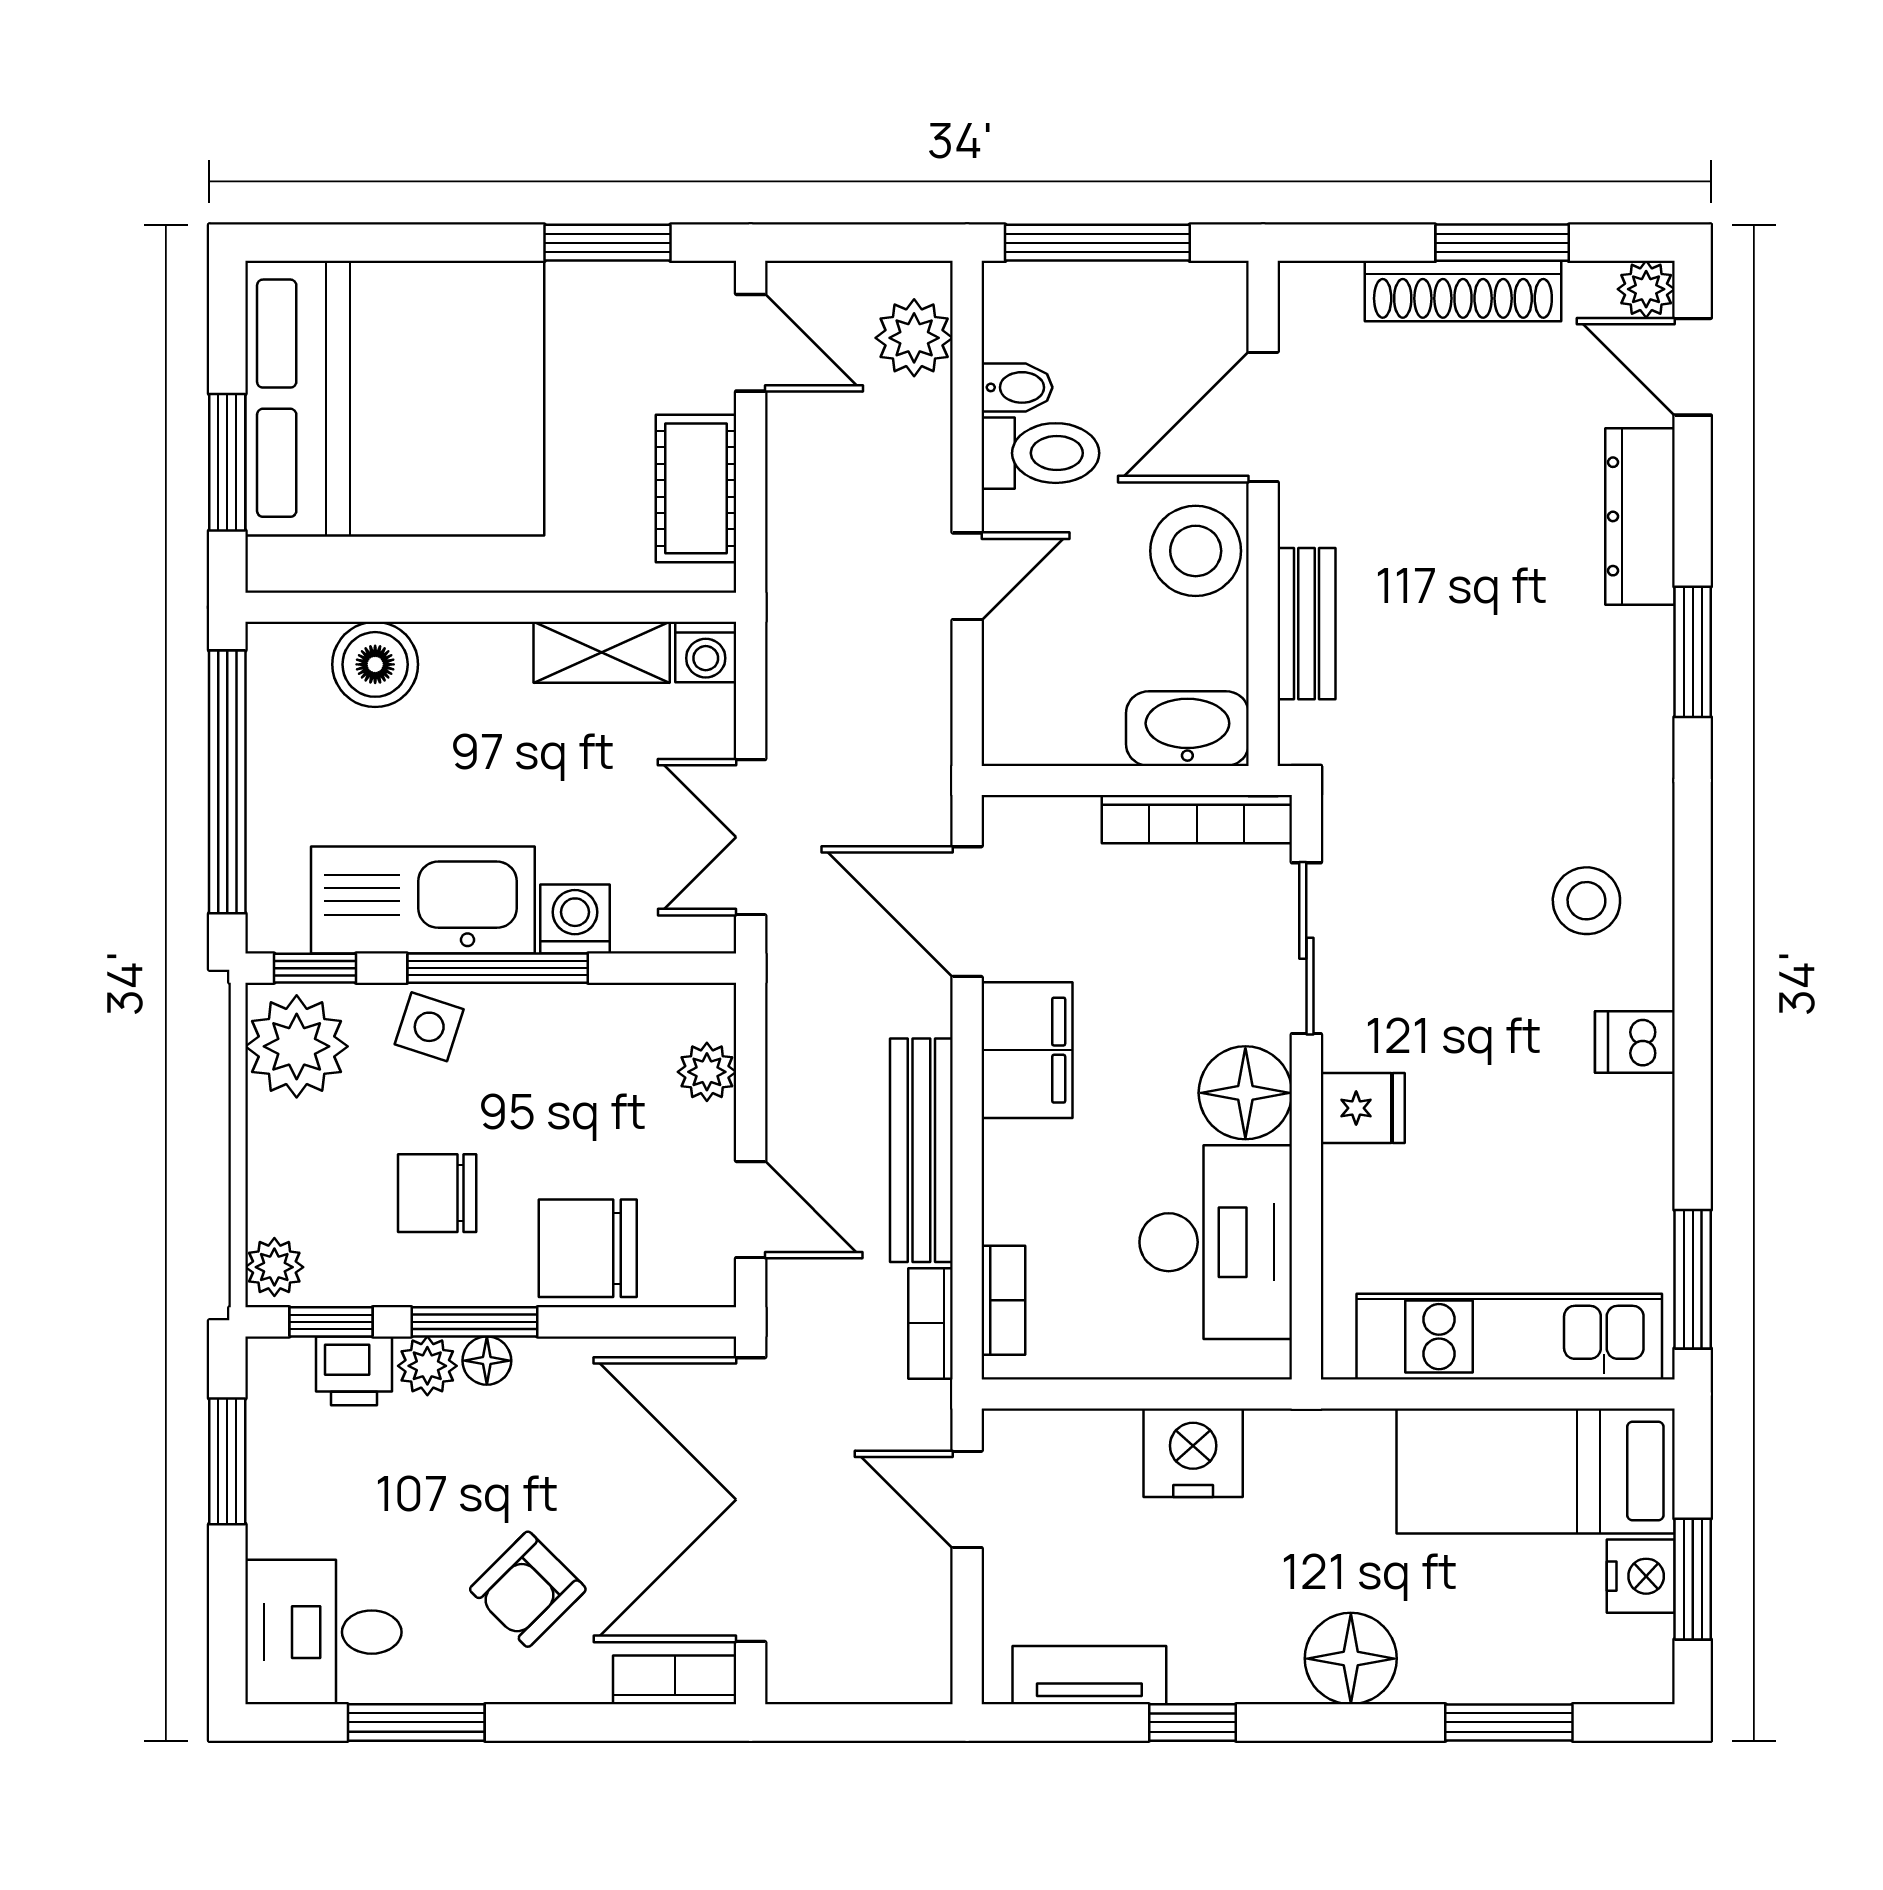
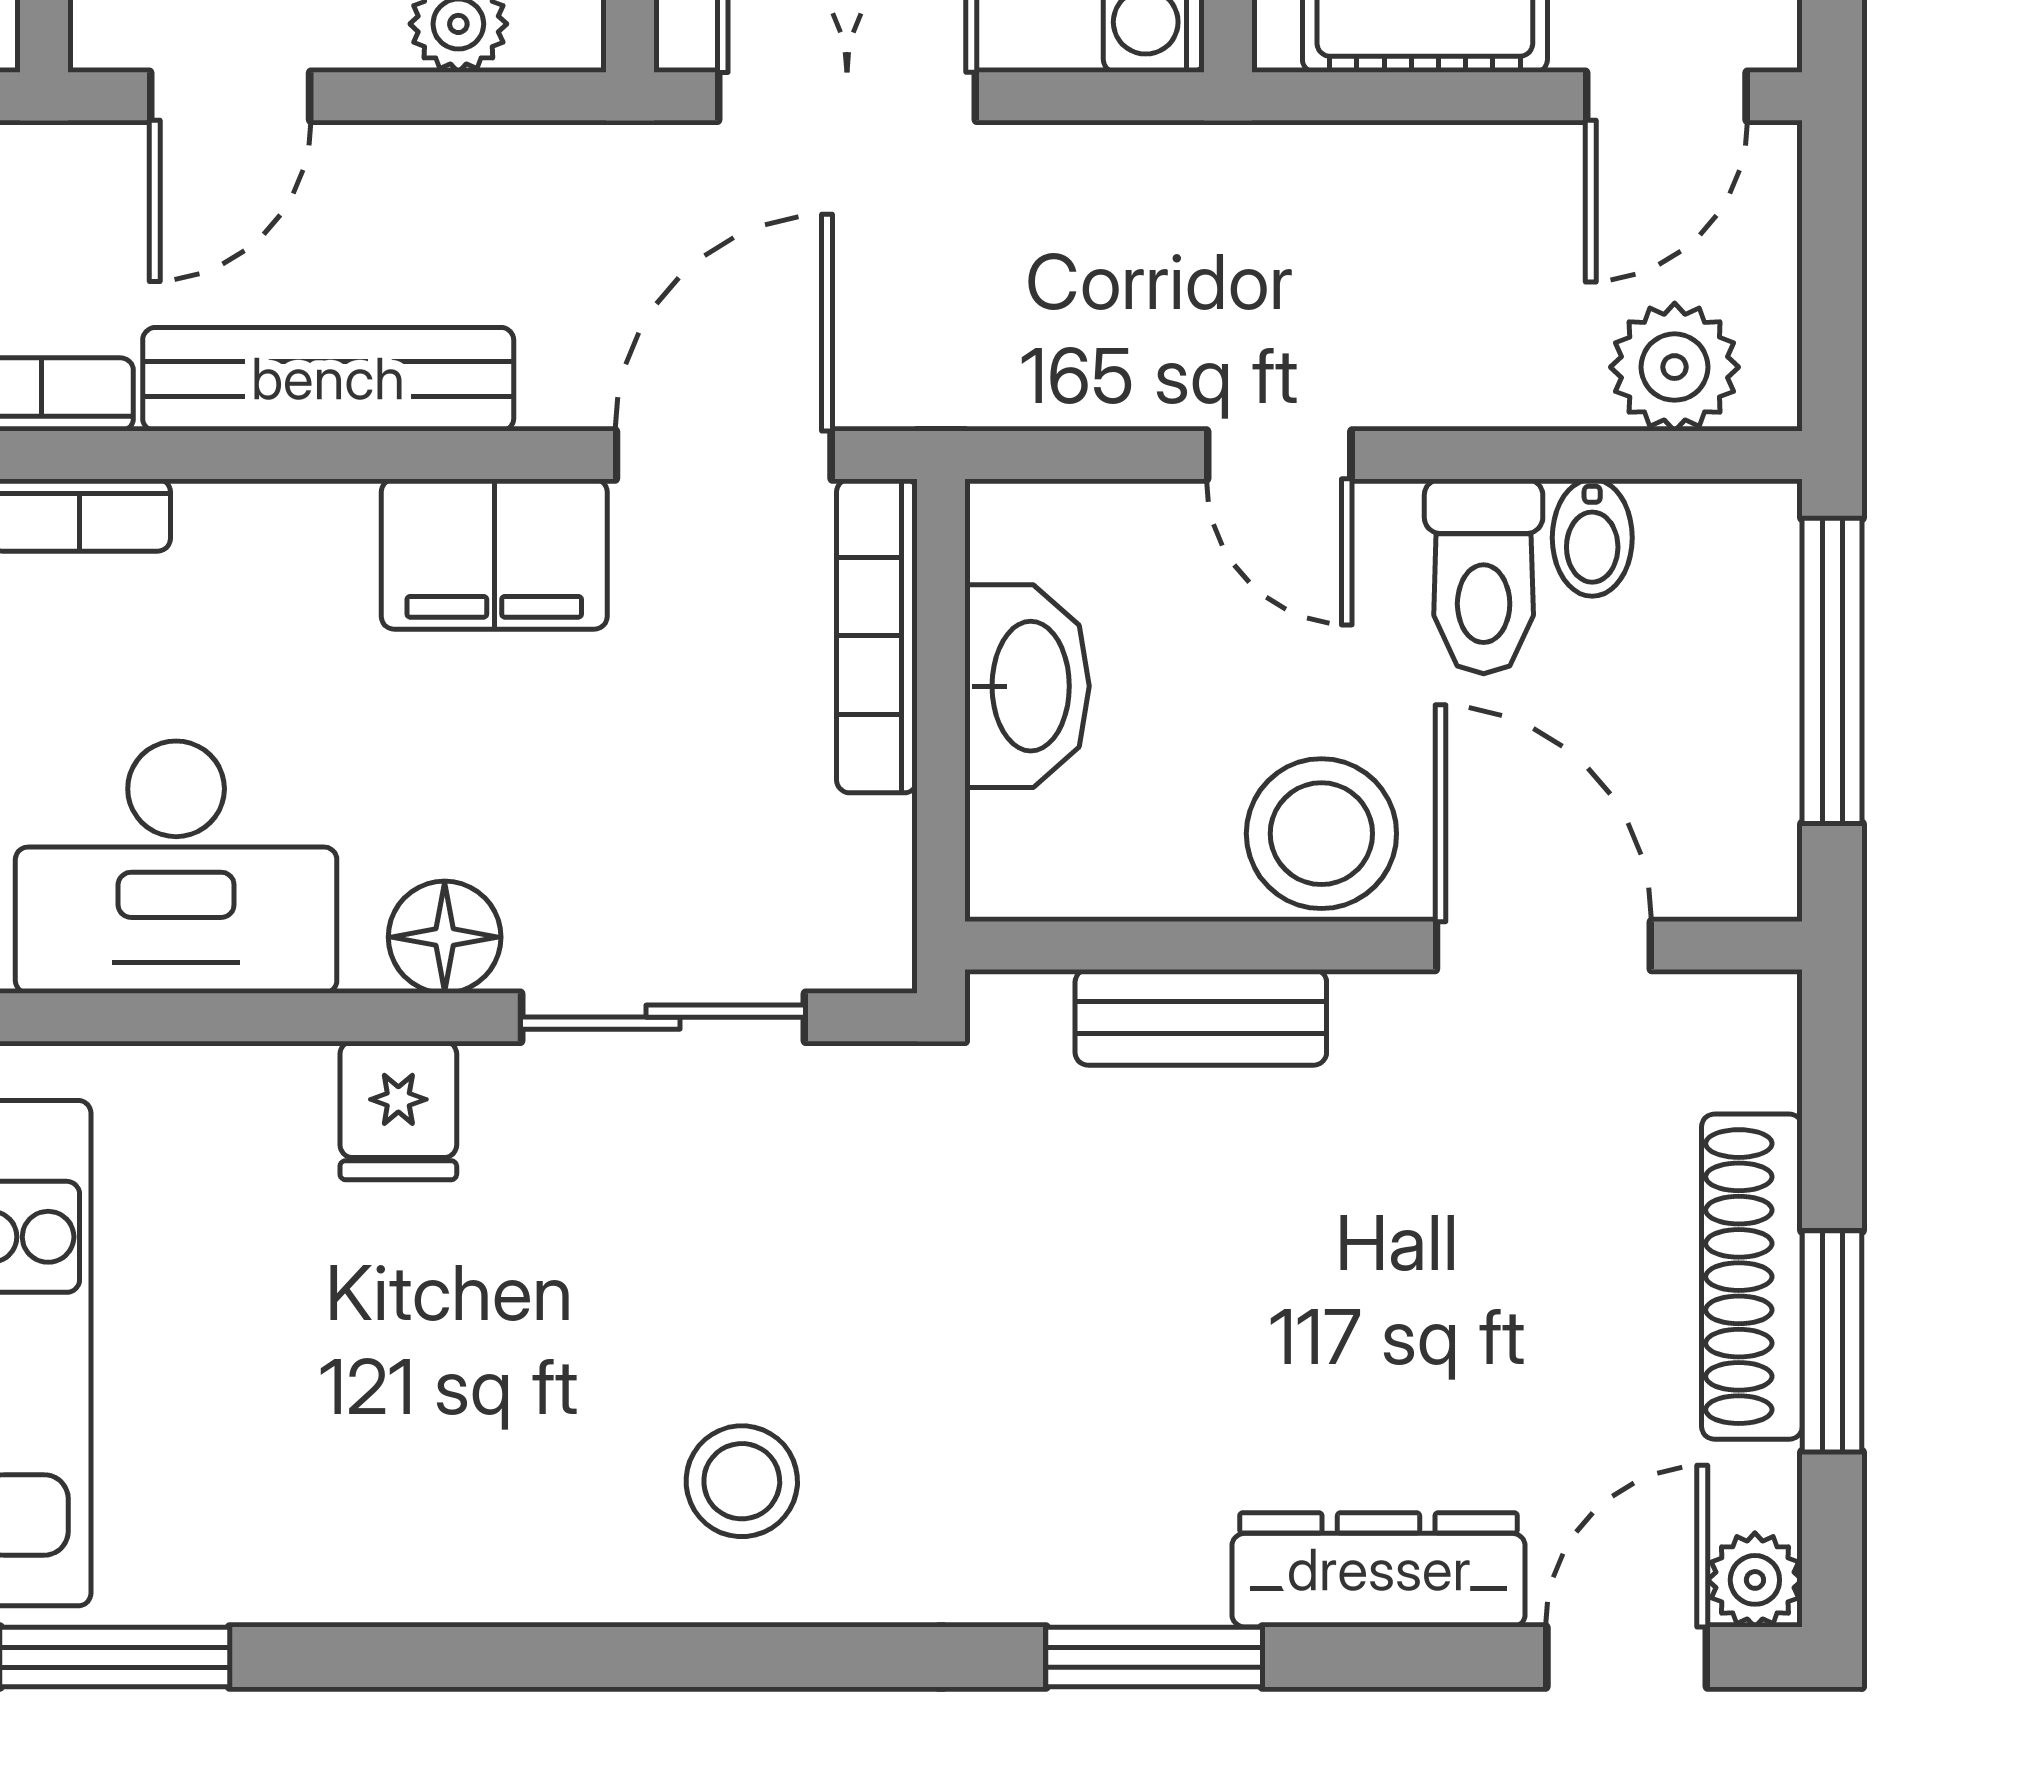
washbasin: (1187, 729) -> (1027, 686), moved
bookcase: (1197, 819) -> (877, 636), moved
dishwasher: (1635, 1042) -> (508, 1561), removed
floor lamp: (1245, 1093) -> (445, 937), width x0.73, depth x0.73

